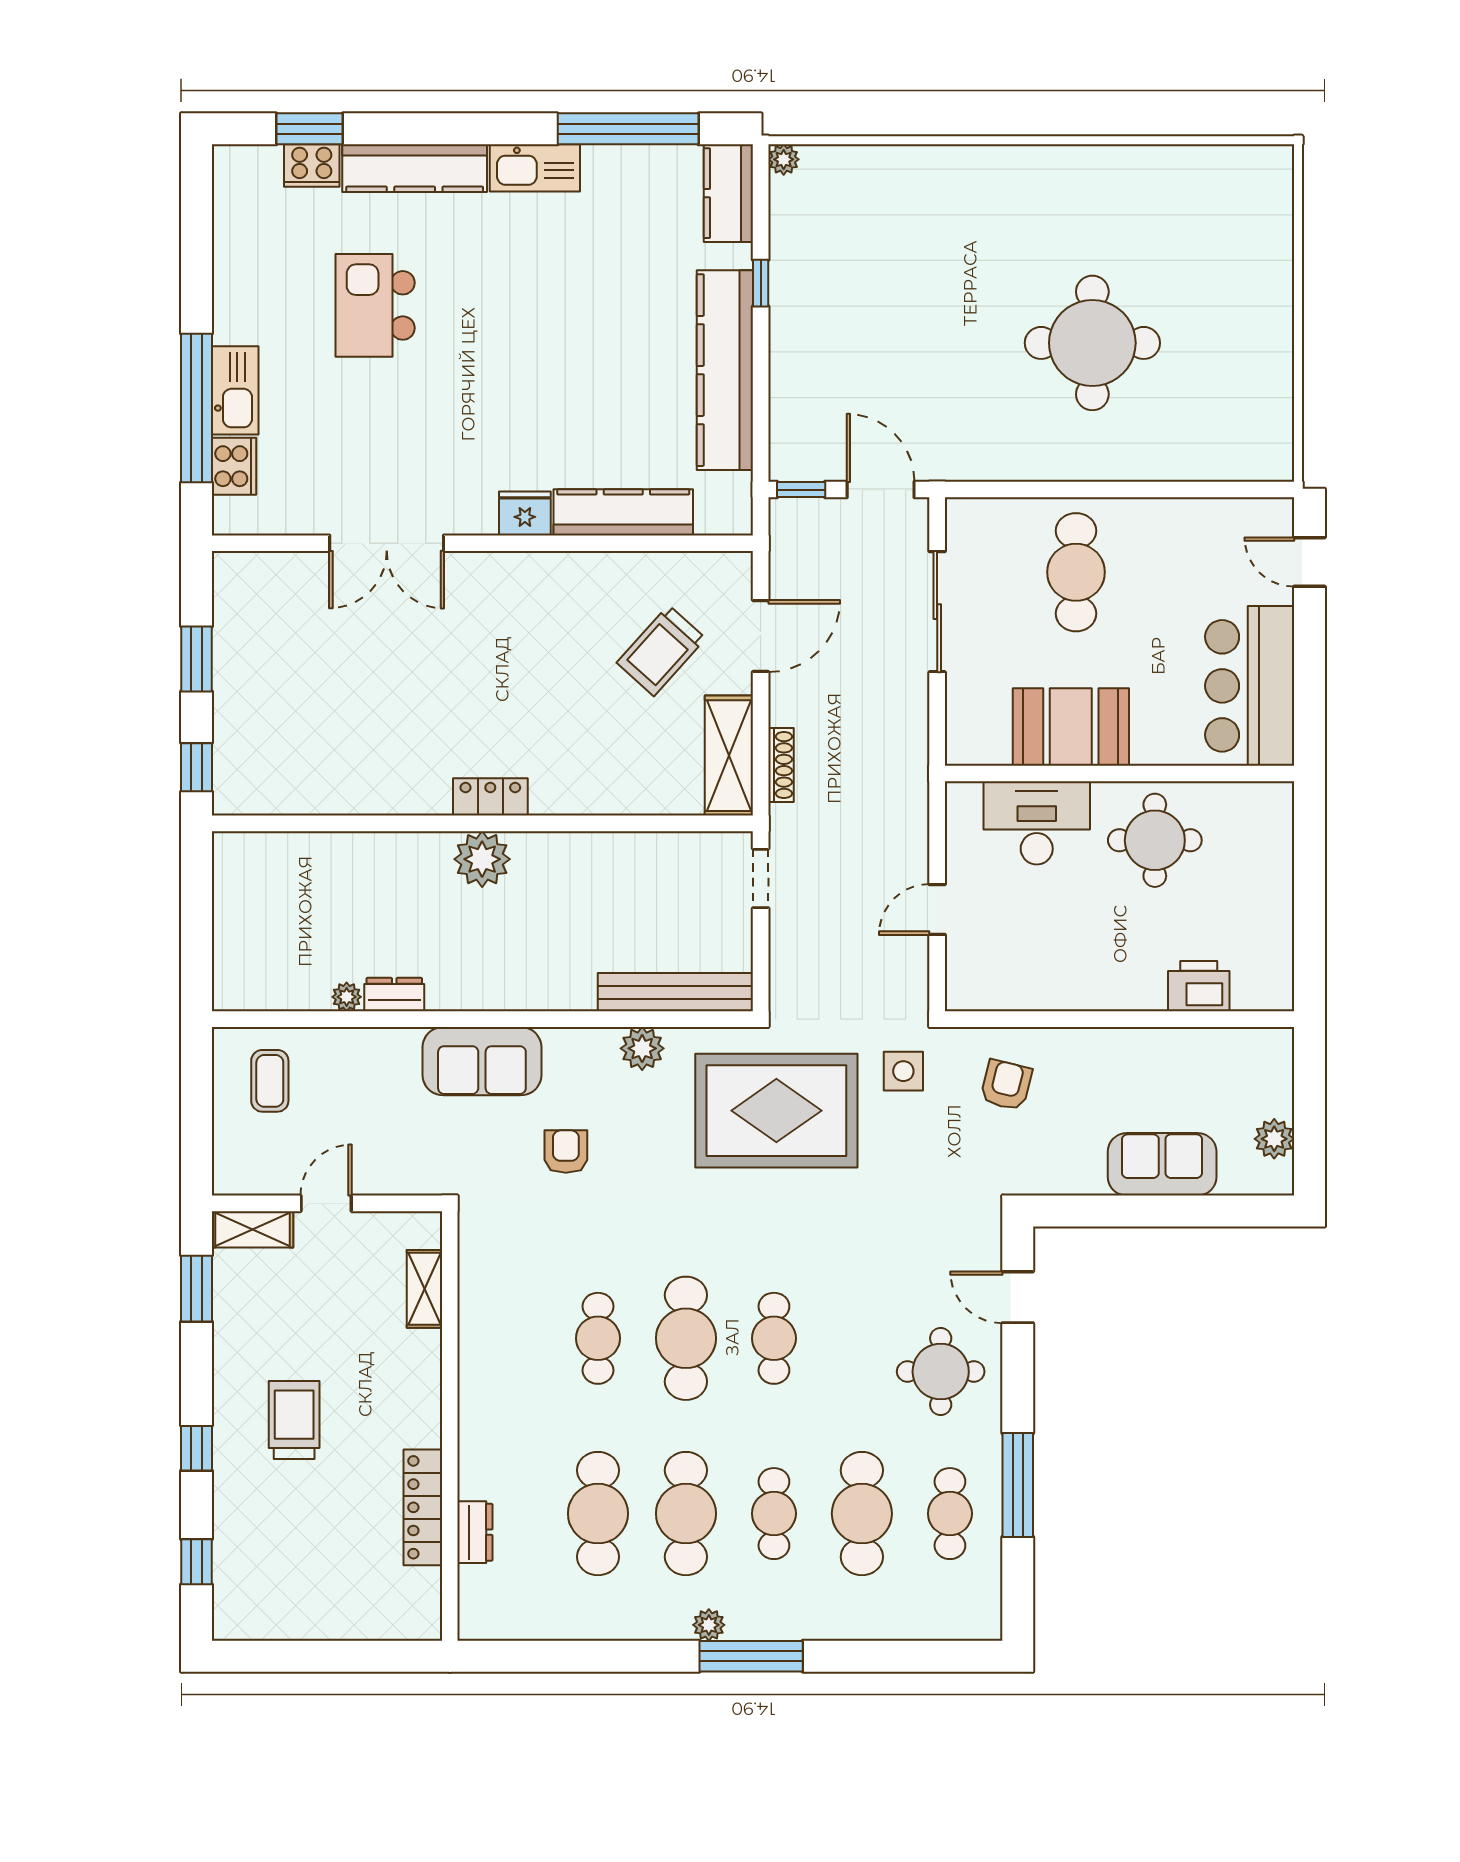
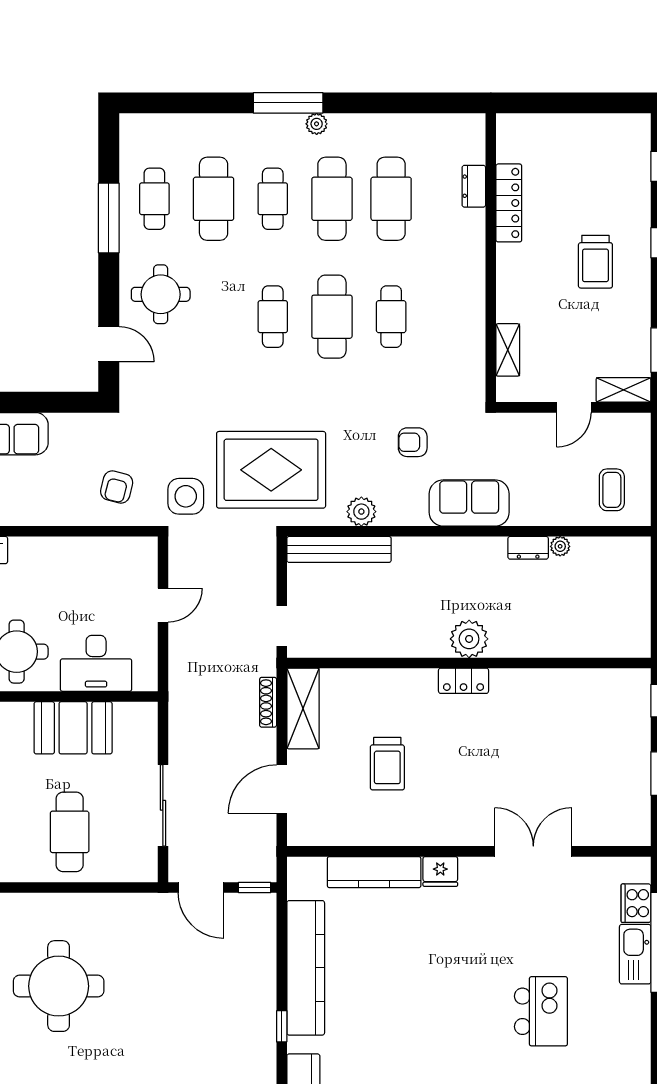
trolley: (661, 651) -> (387, 764), moved, turned 138
side table: (903, 1071) -> (186, 496), width x1.37, depth x1.37
armchair: (566, 1152) -> (413, 442), turned 90

